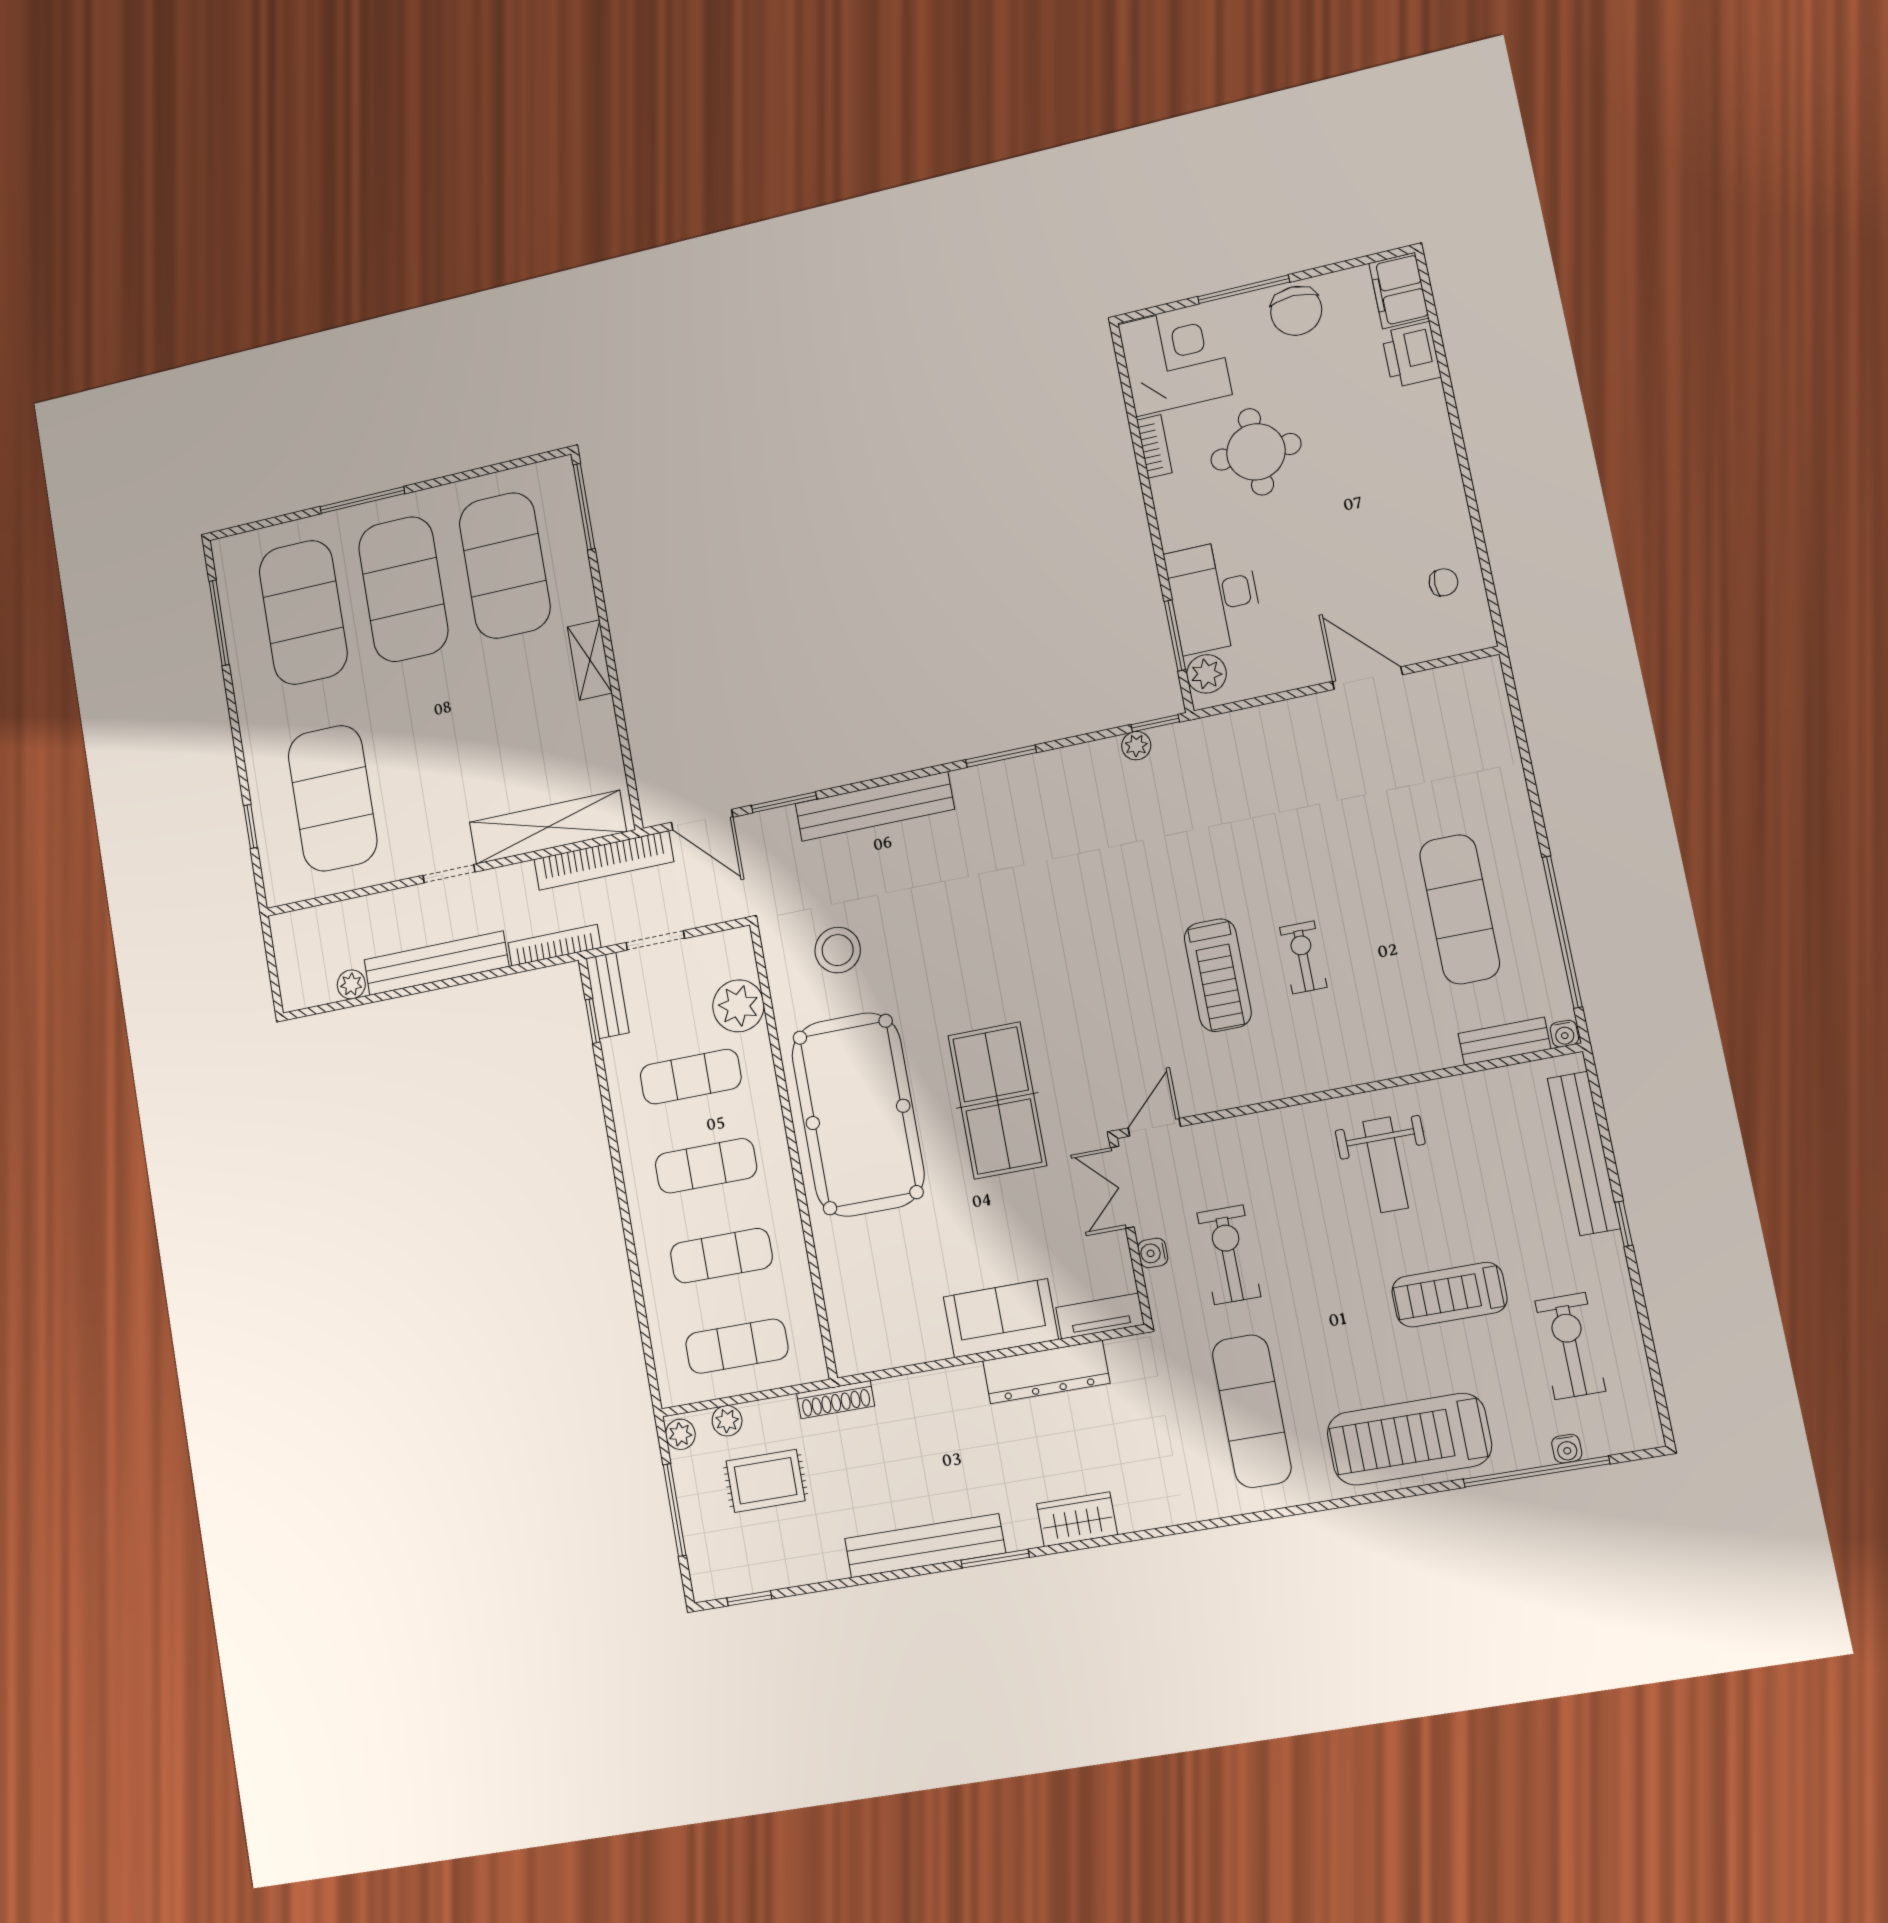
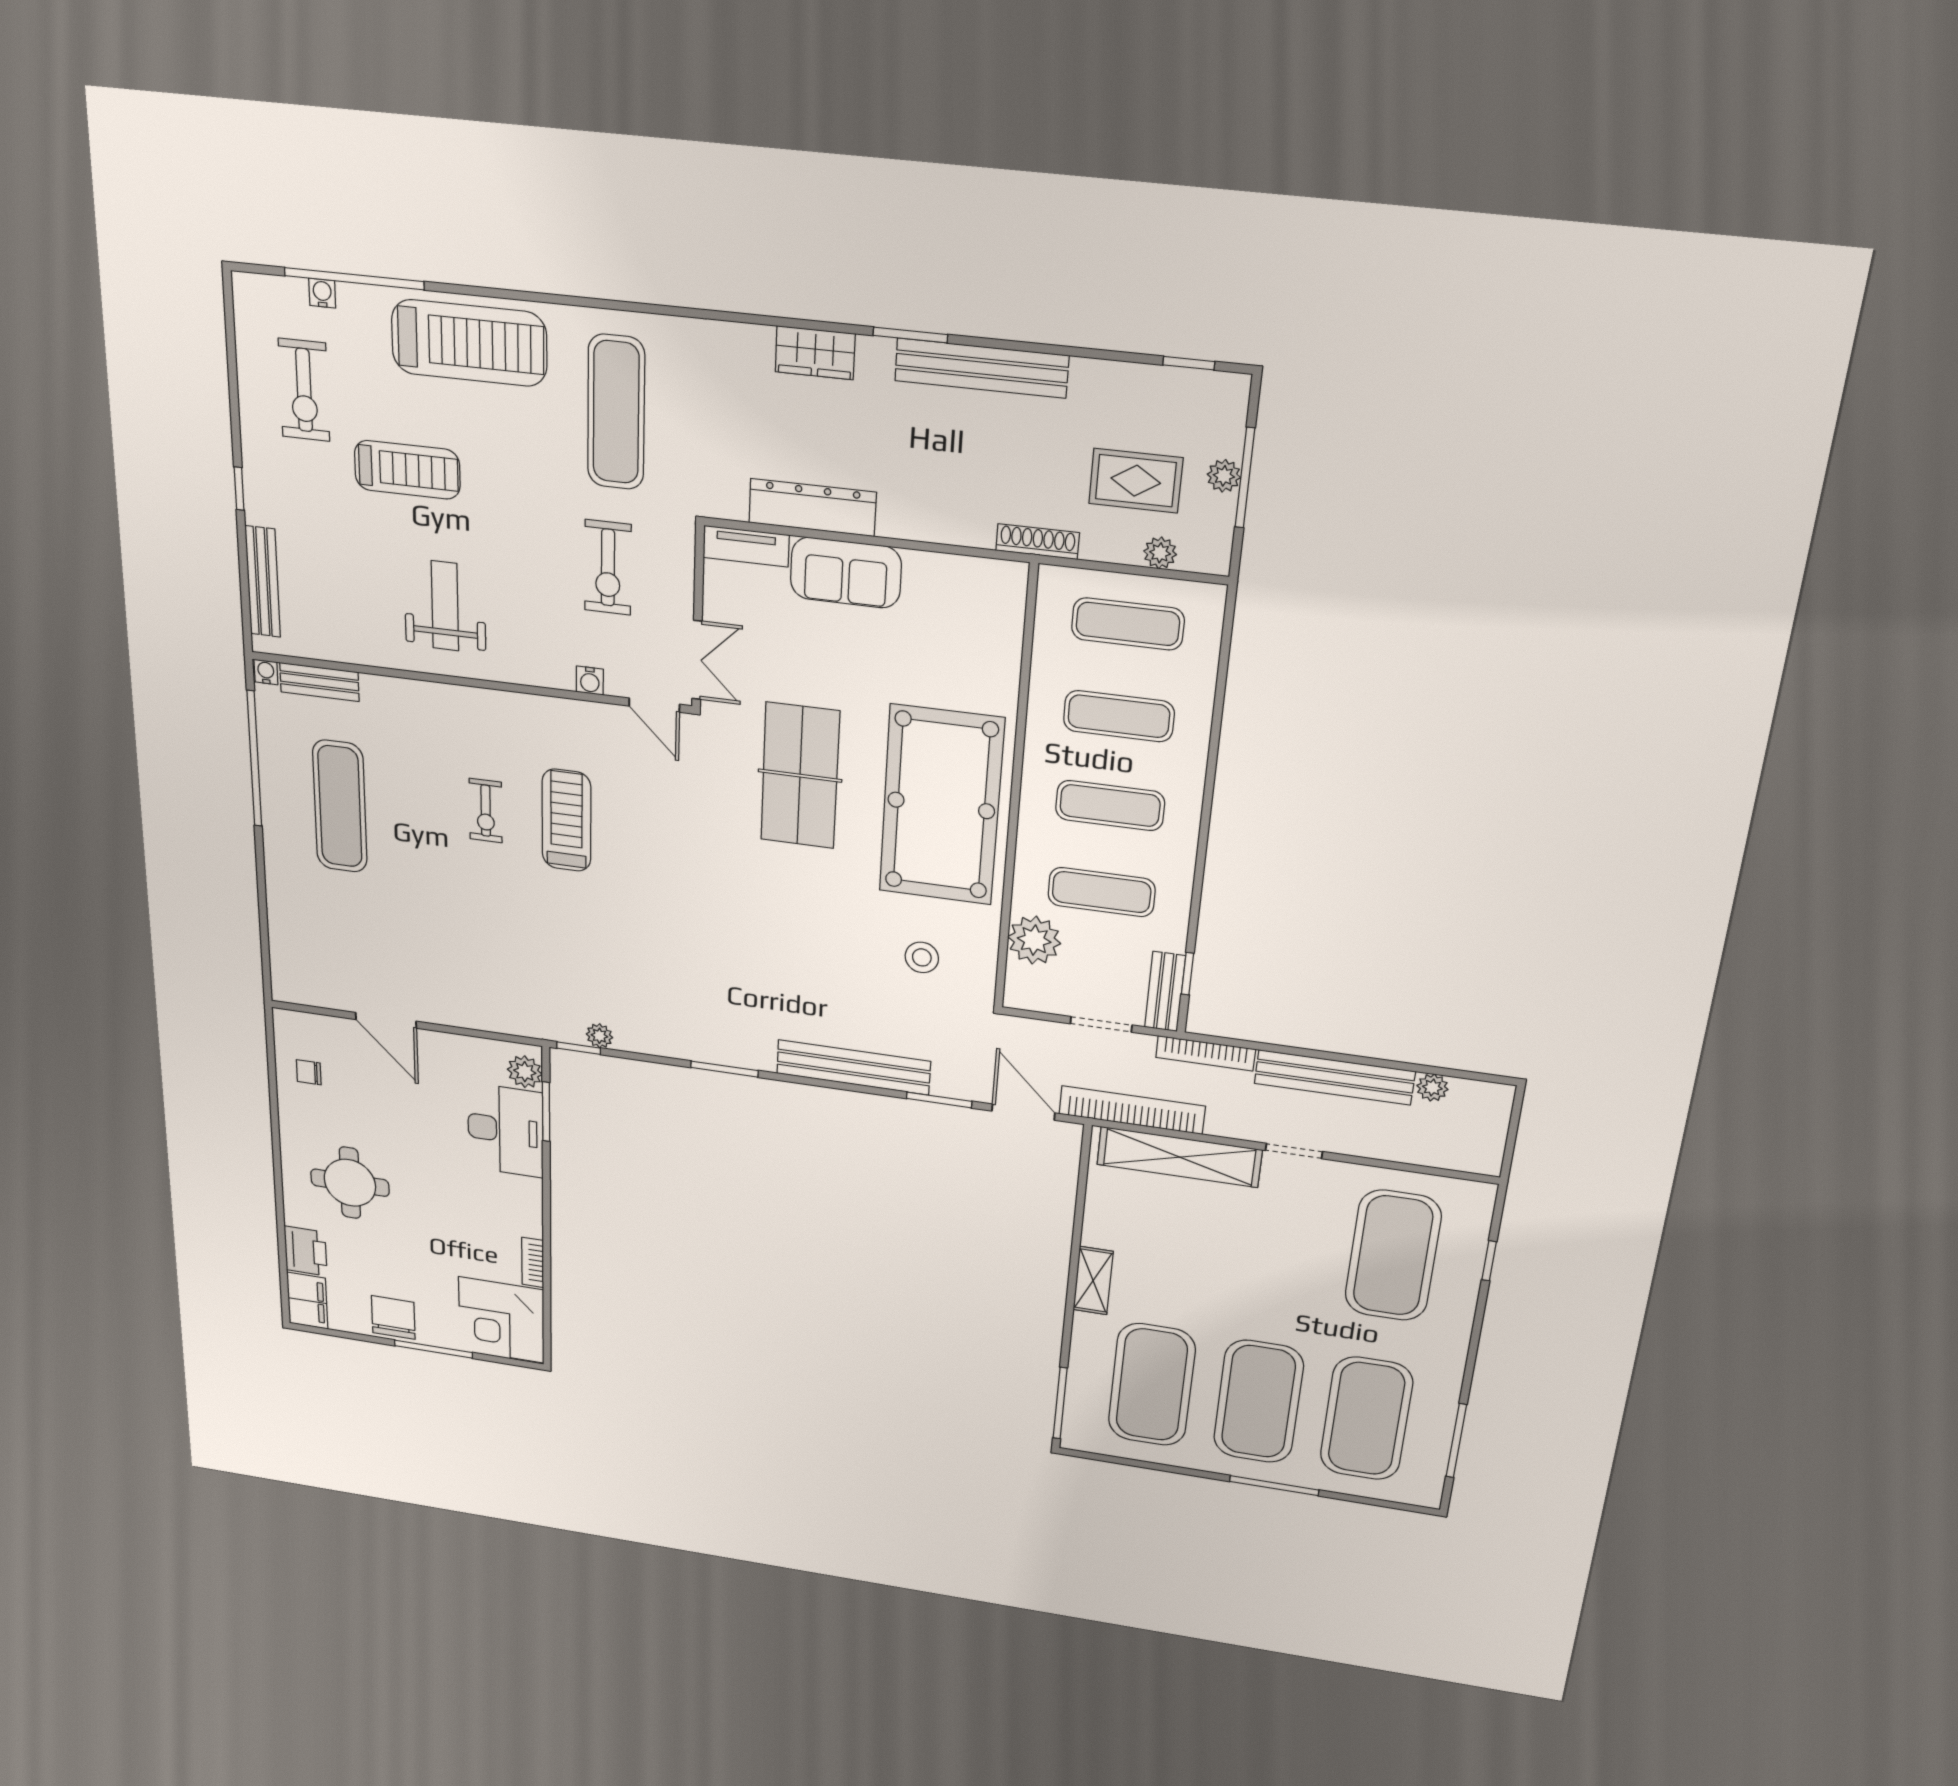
round table: (1256, 452) -> (350, 1183), moved
stool: (838, 950) -> (922, 957), width x0.73, depth x0.73
door: (1154, 1127) -> (654, 705), hinge flipped
bench: (1584, 1153) -> (263, 582), width x0.73, depth x0.82
water cooler: (1153, 1253) -> (590, 681), moved, turned 90
plant: (680, 1434) -> (1224, 476), moved

